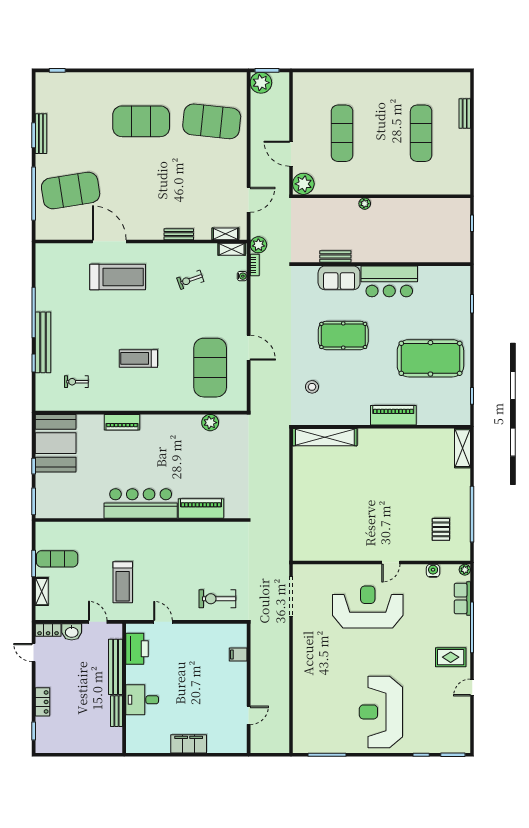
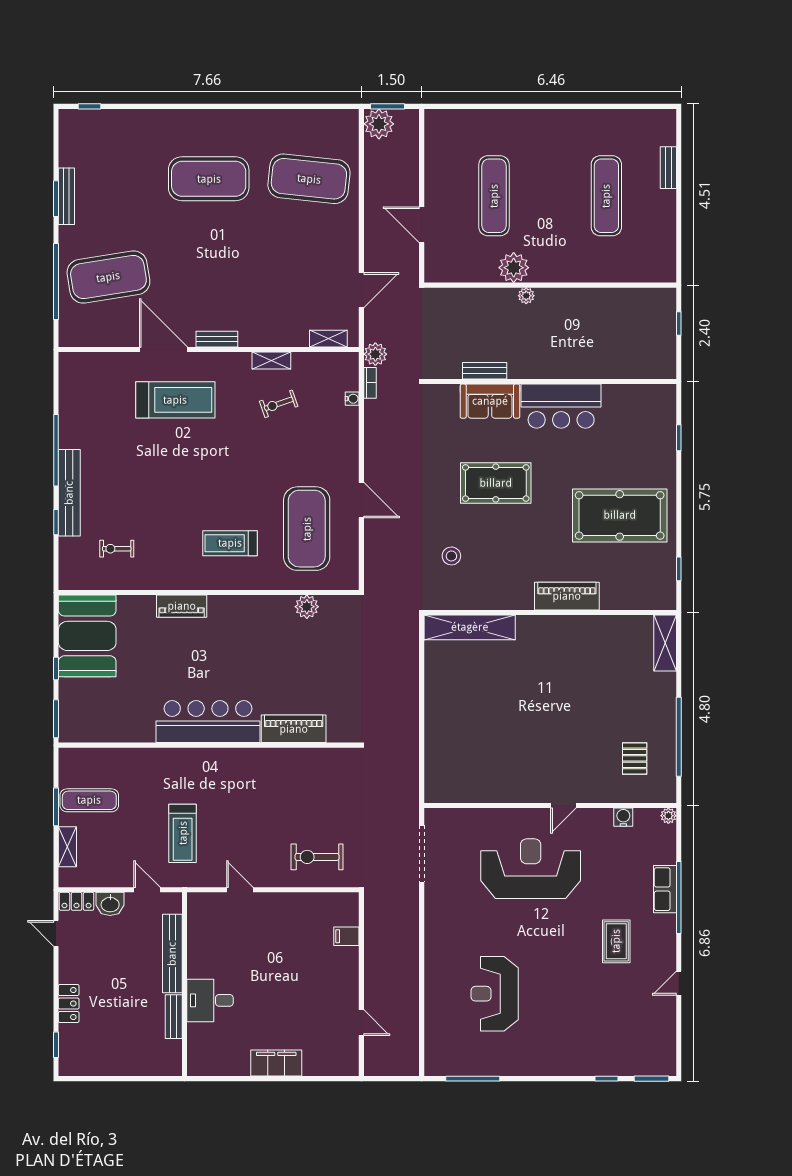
plant: (303, 184) -> (514, 268), moved
bench: (179, 234) -> (217, 339), moved
shelving: (232, 249) -> (271, 360), moved
treadmill: (138, 358) -> (230, 543), moved
row of seats: (462, 598) -> (665, 889), moved
printer: (137, 649) -> (203, 928), removed
rug: (451, 657) -> (616, 941), moved, turned 90
reception desk: (381, 712) -> (495, 994), moved, width x0.74, depth x0.77
door: (249, 715) -> (361, 1023), hinge flipped

